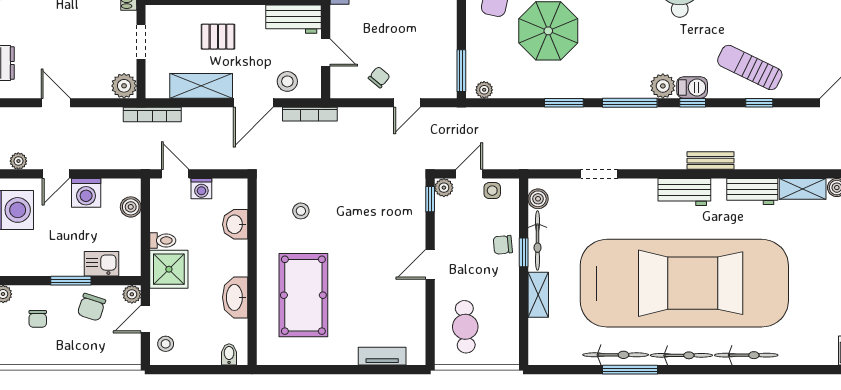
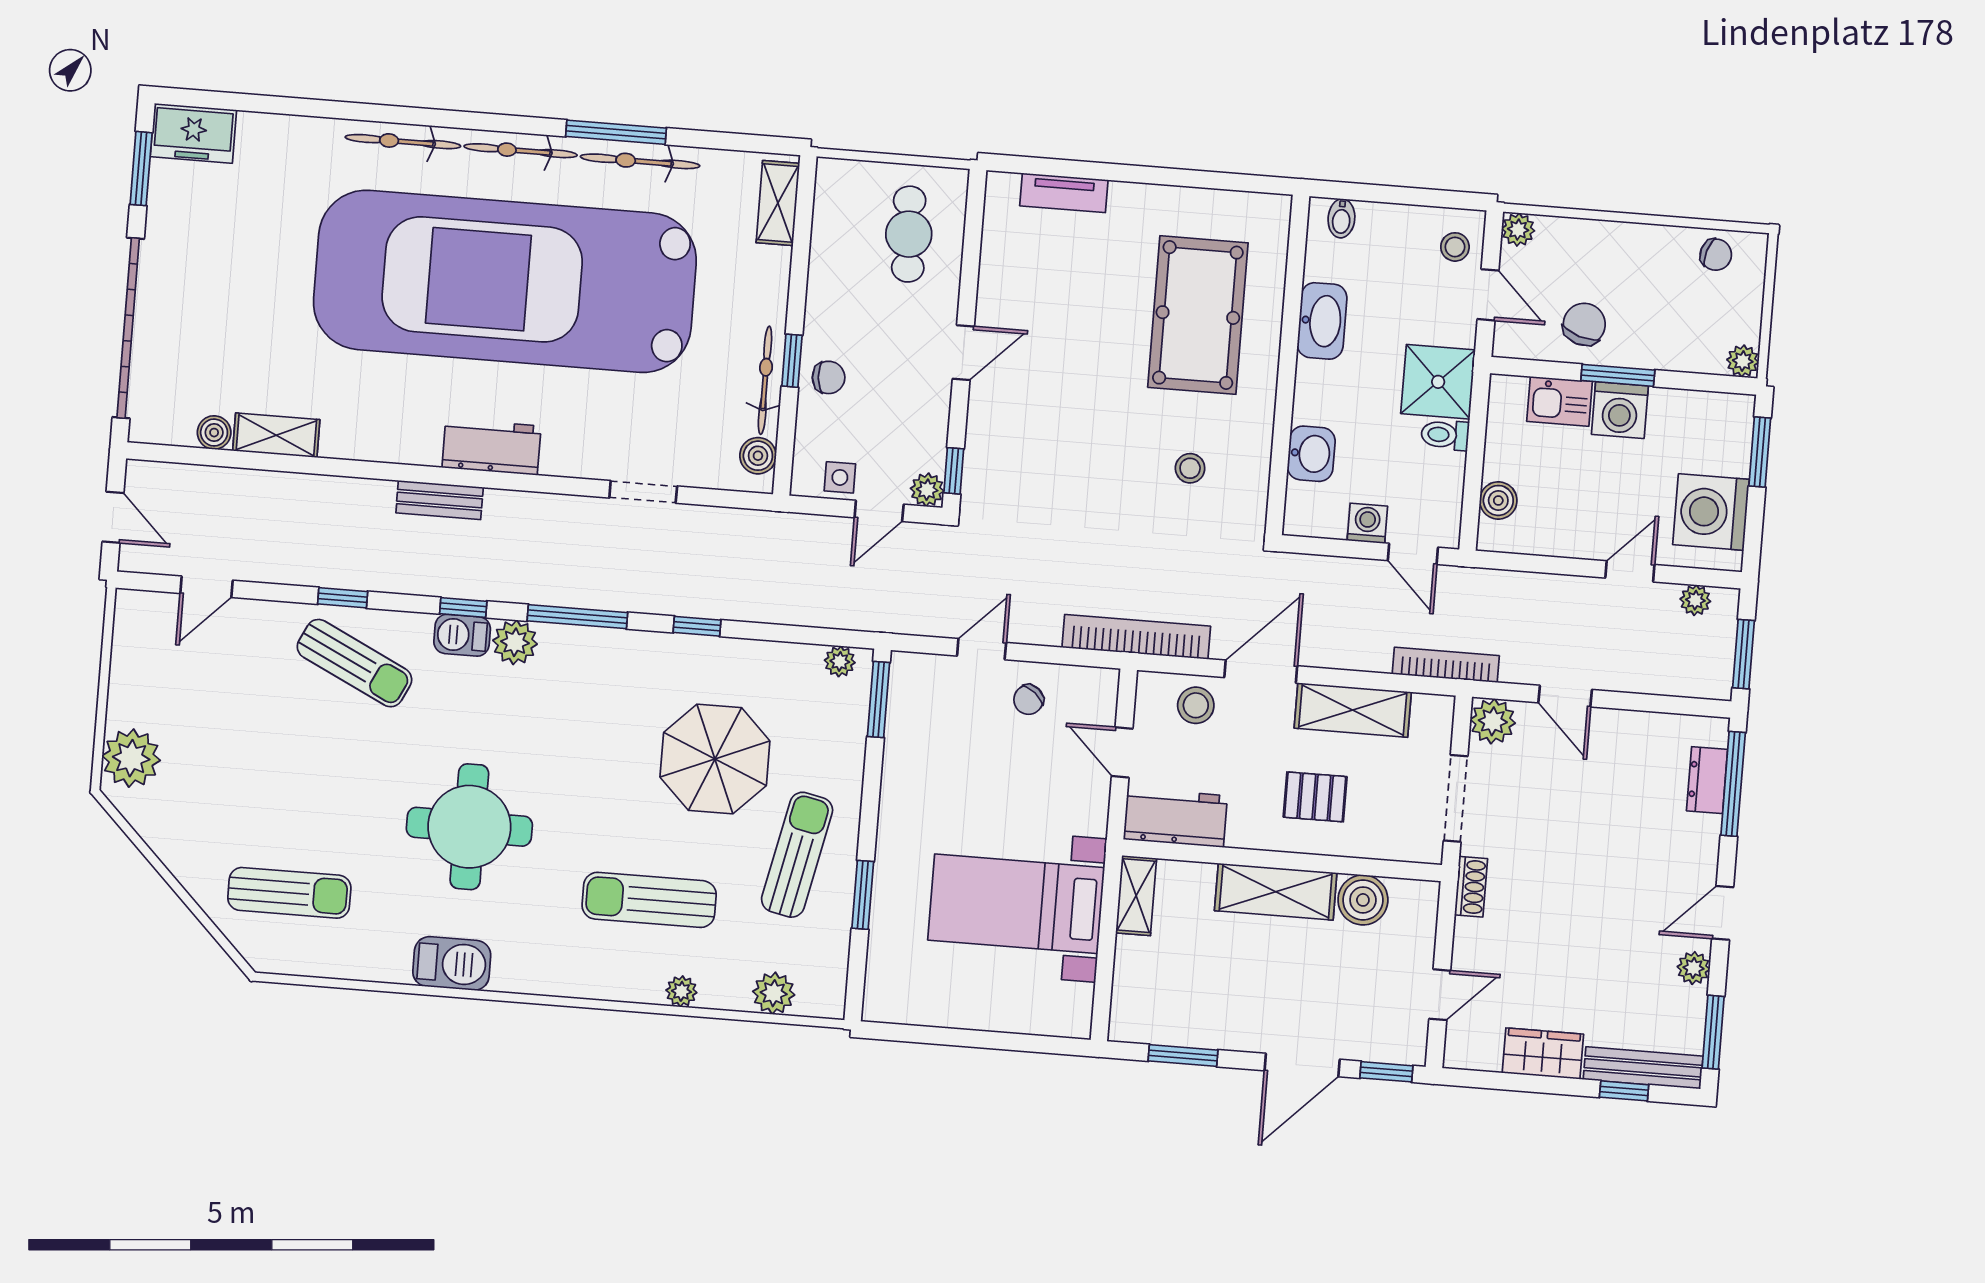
doorway: (141, 42) -> (1456, 798), width x1.38
door: (56, 103) -> (1565, 696), moved
window: (564, 103) -> (697, 626), width x0.67
bookcase: (310, 114) -> (1136, 637), width x1.48, depth x1.31
workbench: (752, 191) -> (368, 438), removed
washing machine: (86, 193) -> (1620, 410), moved, turned 180
plant: (132, 294) -> (1518, 230), moved
shelving: (538, 295) -> (778, 203), moved
chair: (38, 319) -> (1716, 255), moved, turned 107
door: (145, 319) -> (1488, 295), hinge flipped

